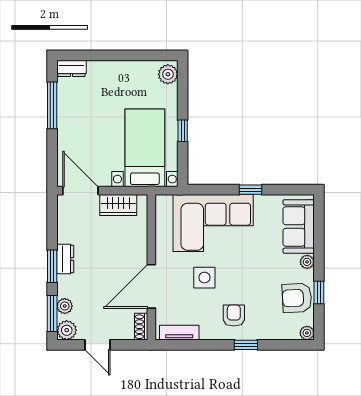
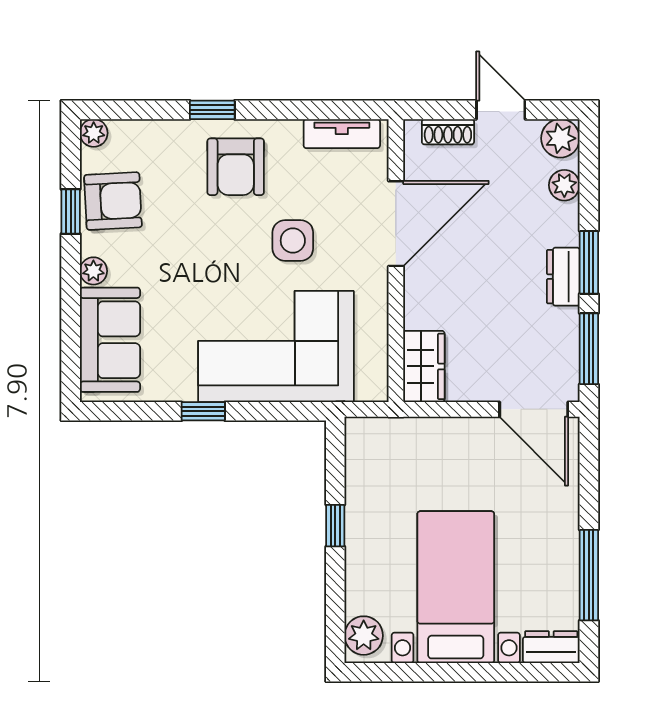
bed with nightstands: (145, 148) -> (456, 587), moved, turned 180
wardrobe: (118, 205) -> (424, 366), moved, turned 90
window: (52, 313) -> (589, 349), moved
armchair: (234, 316) -> (236, 167), width x1.38, depth x1.38
shoe rack: (141, 327) -> (448, 132), moved, turned 90

